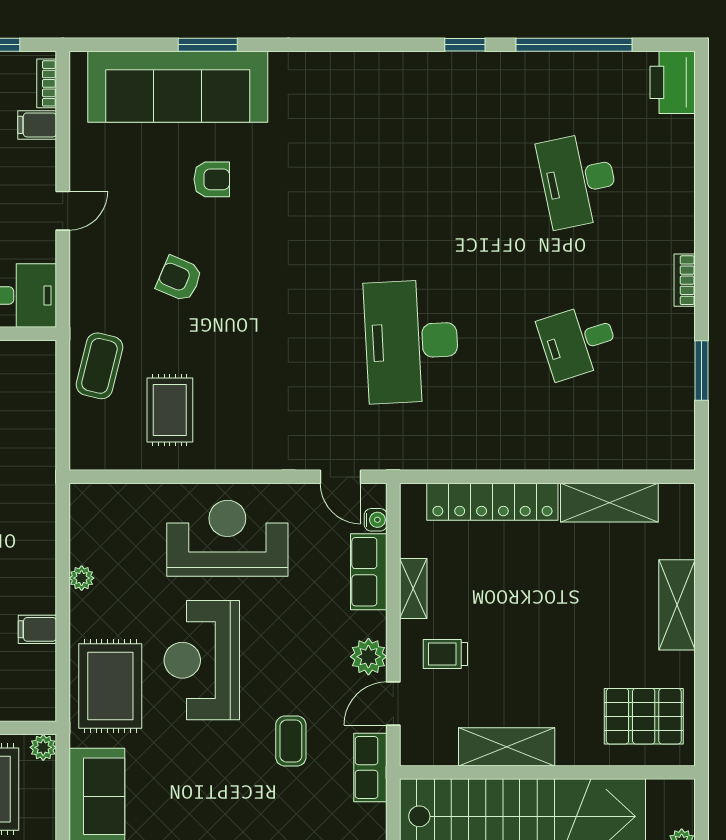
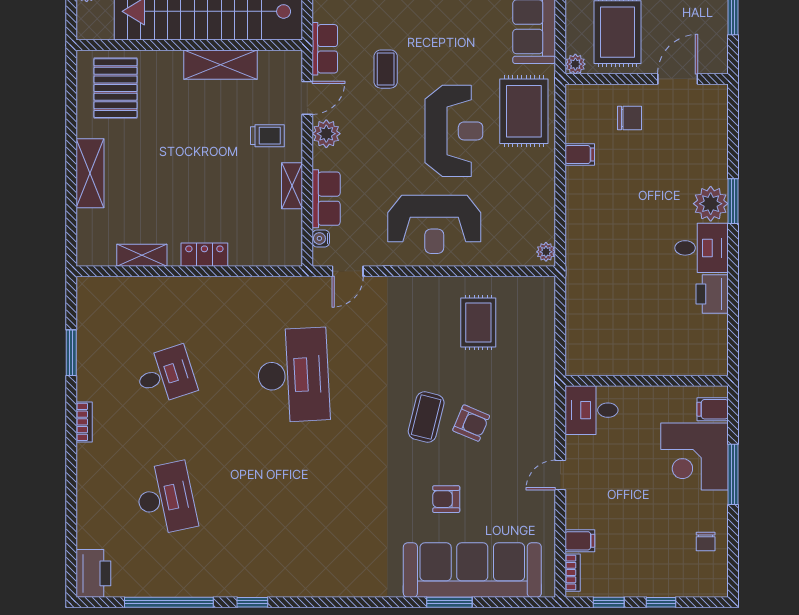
coffee table: (99, 366) -> (426, 417), moved
door: (341, 477) -> (348, 271), swing flipped
locker: (492, 502) -> (204, 255), width x0.46, depth x0.83
shelving: (609, 503) -> (142, 255), width x0.67, depth x0.75
plant: (82, 578) -> (546, 252), moved
pallet: (644, 716) -> (116, 88), turned 90

